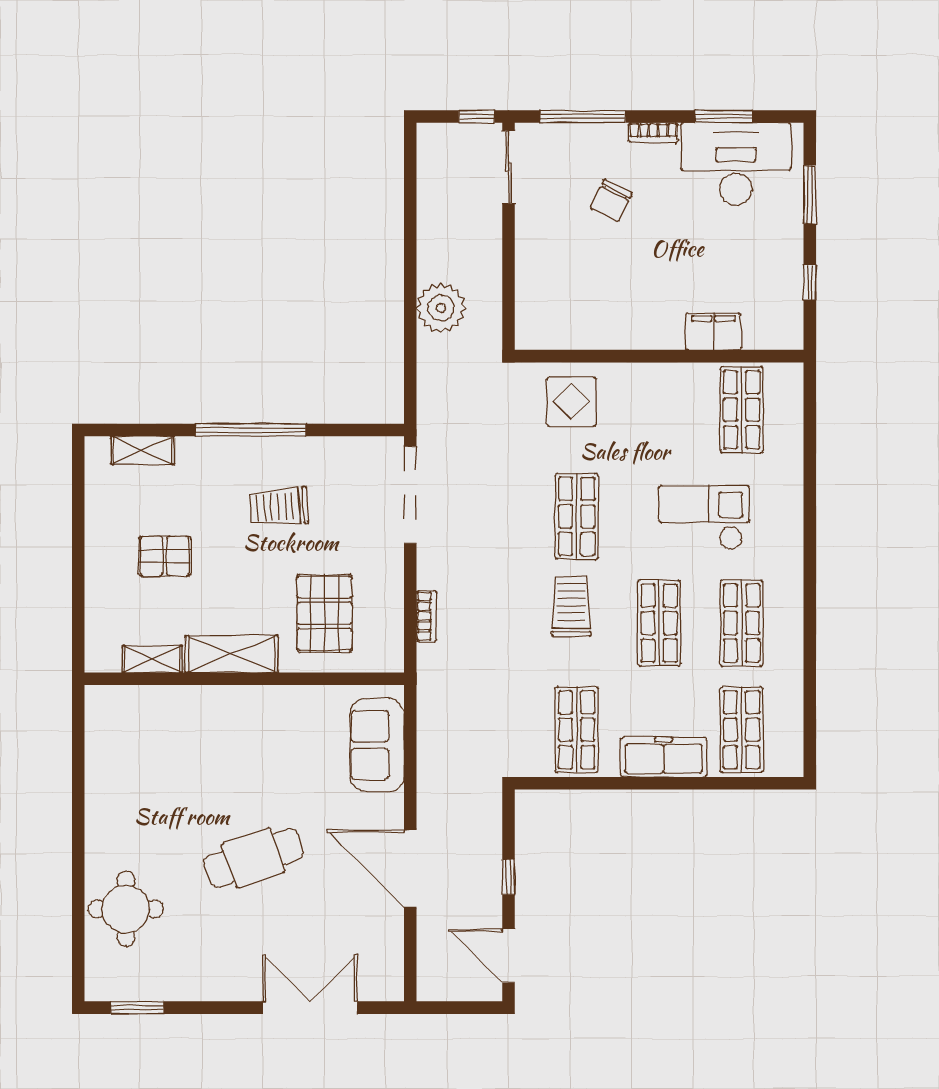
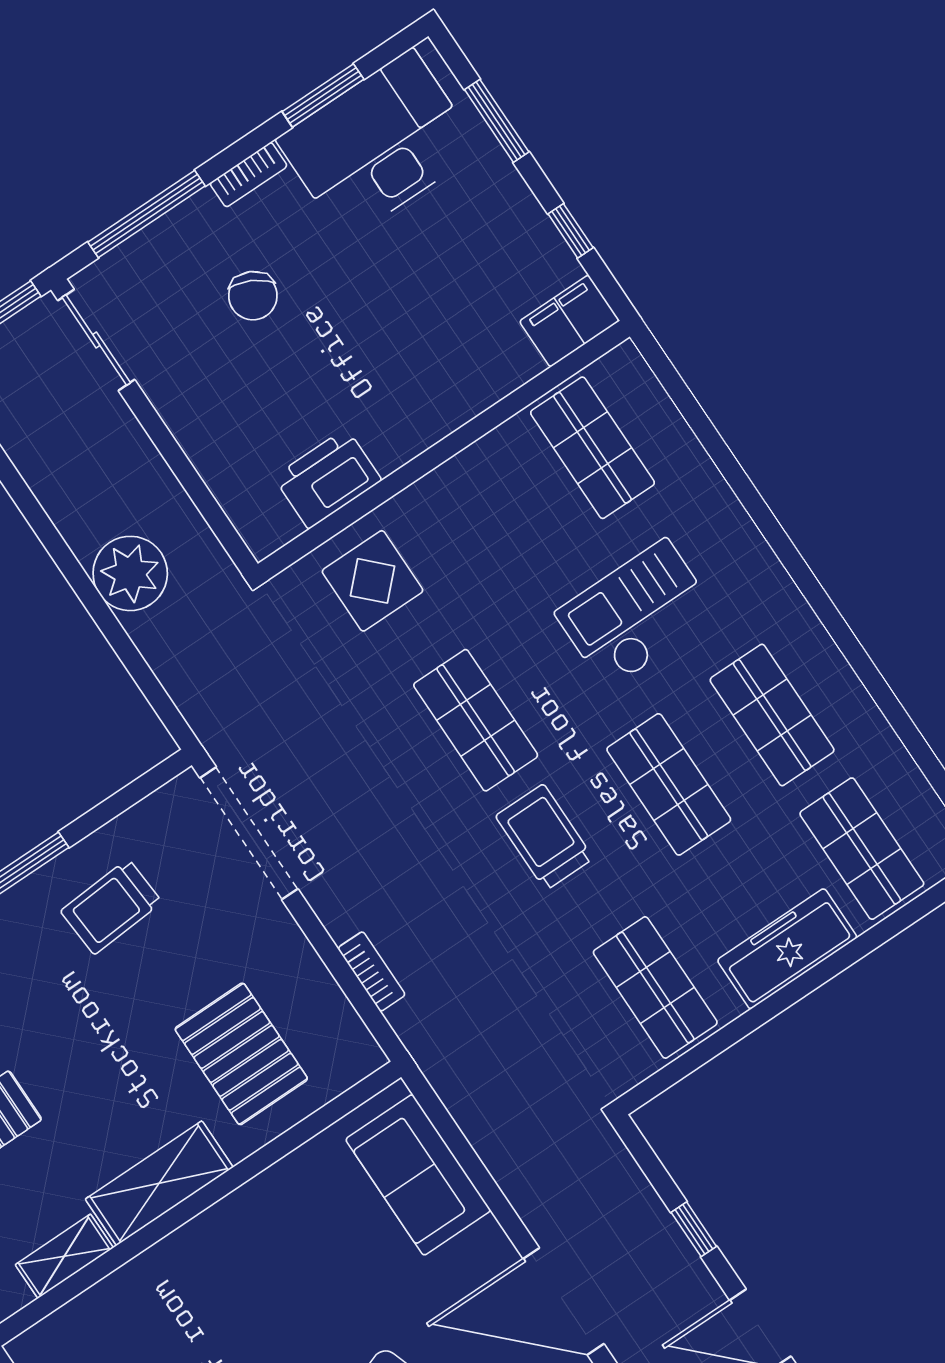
printer: (585, 329) -> (328, 479), added
filing cabinet: (713, 331) -> (569, 321), moved
trolley: (279, 507) -> (111, 907), moved

